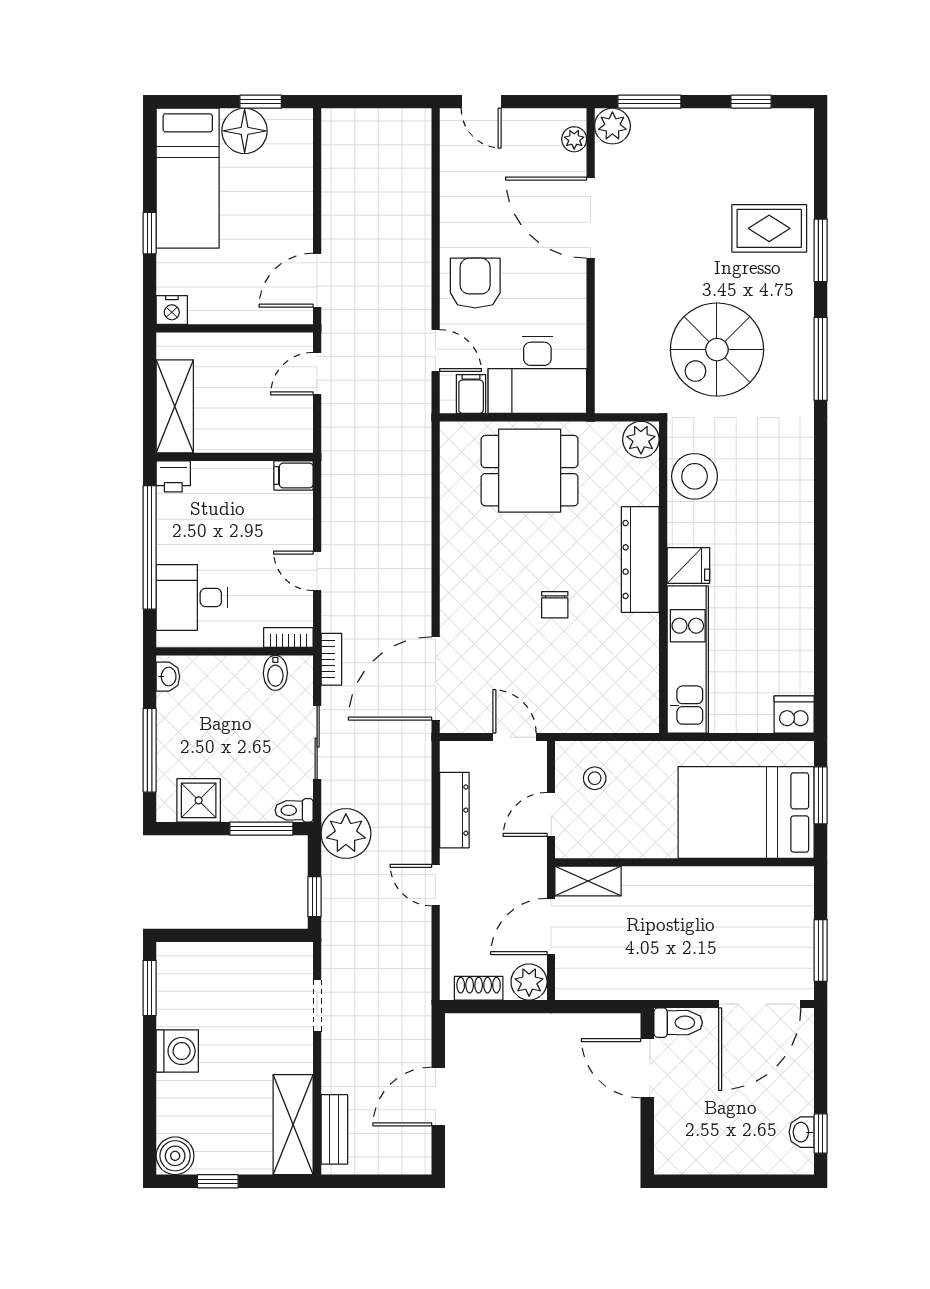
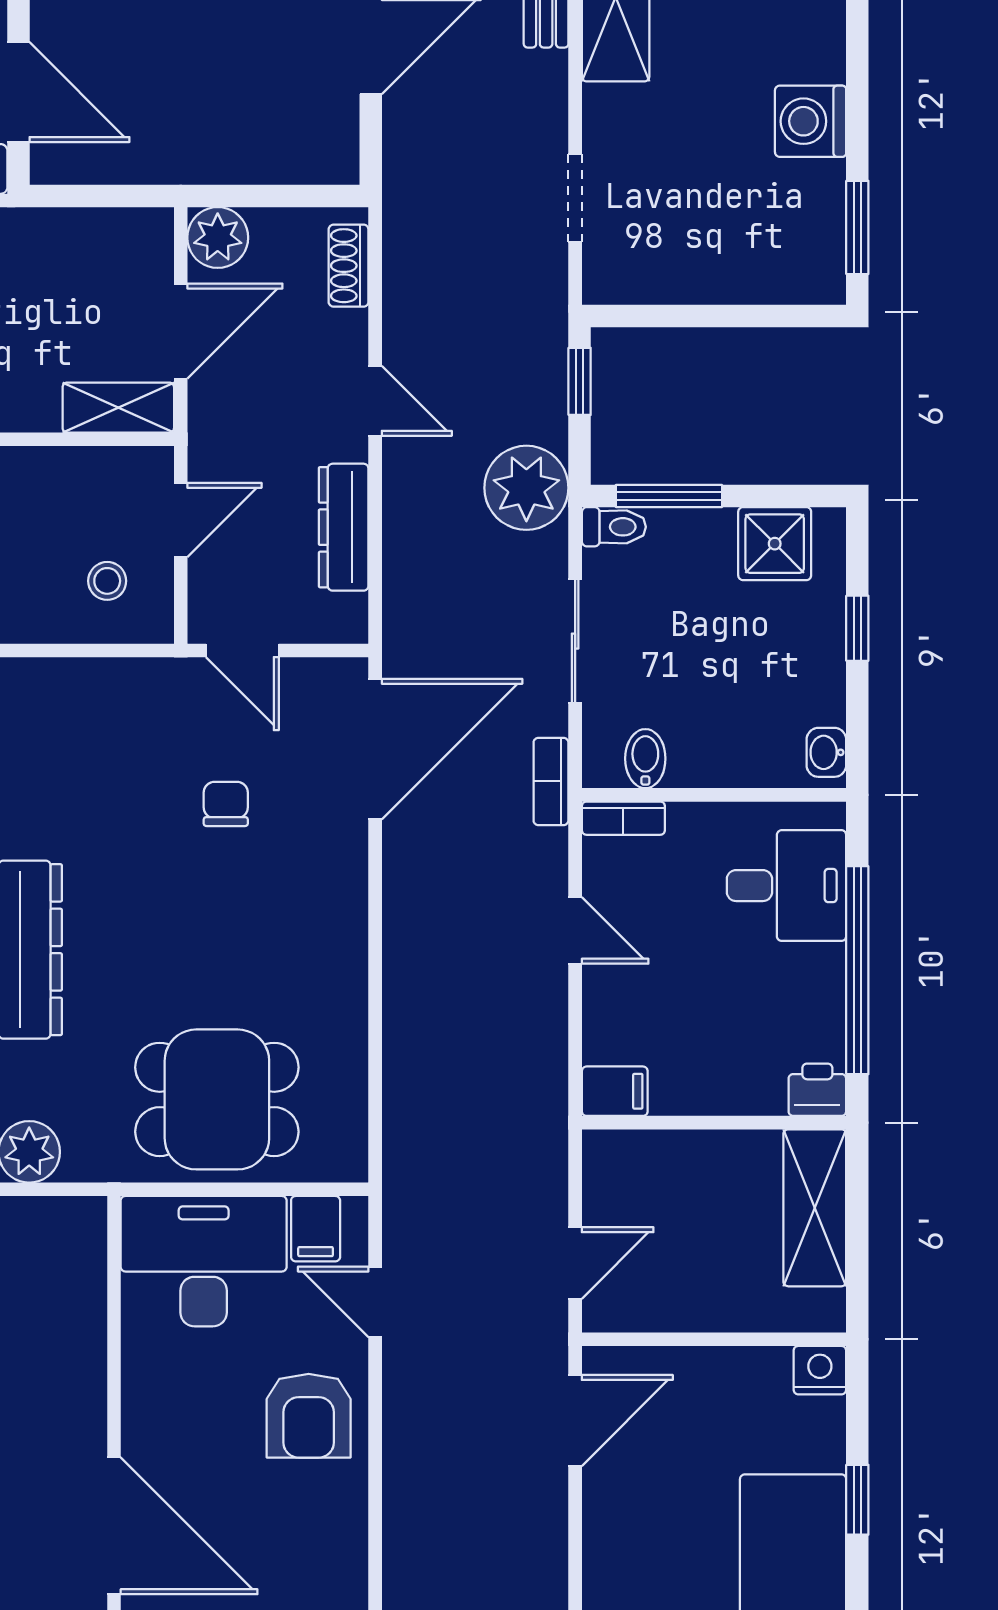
chair: (555, 605) -> (226, 804), moved
window: (150, 750) -> (857, 628), width x0.46
shoe rack: (479, 988) -> (349, 266), moved, turned 90

